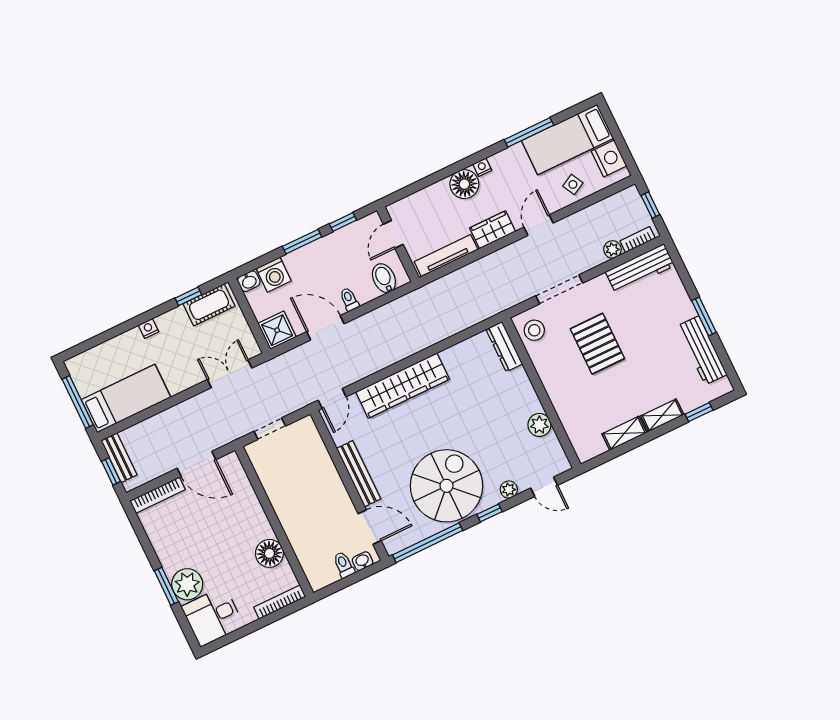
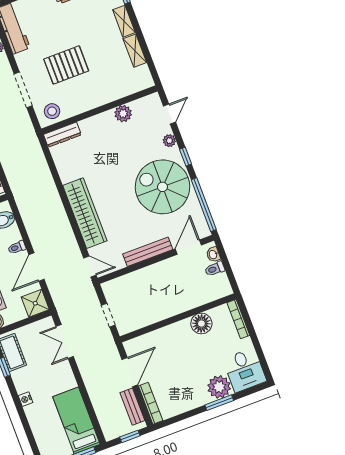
bench: (119, 458) -> (132, 407), moved, turned 90

